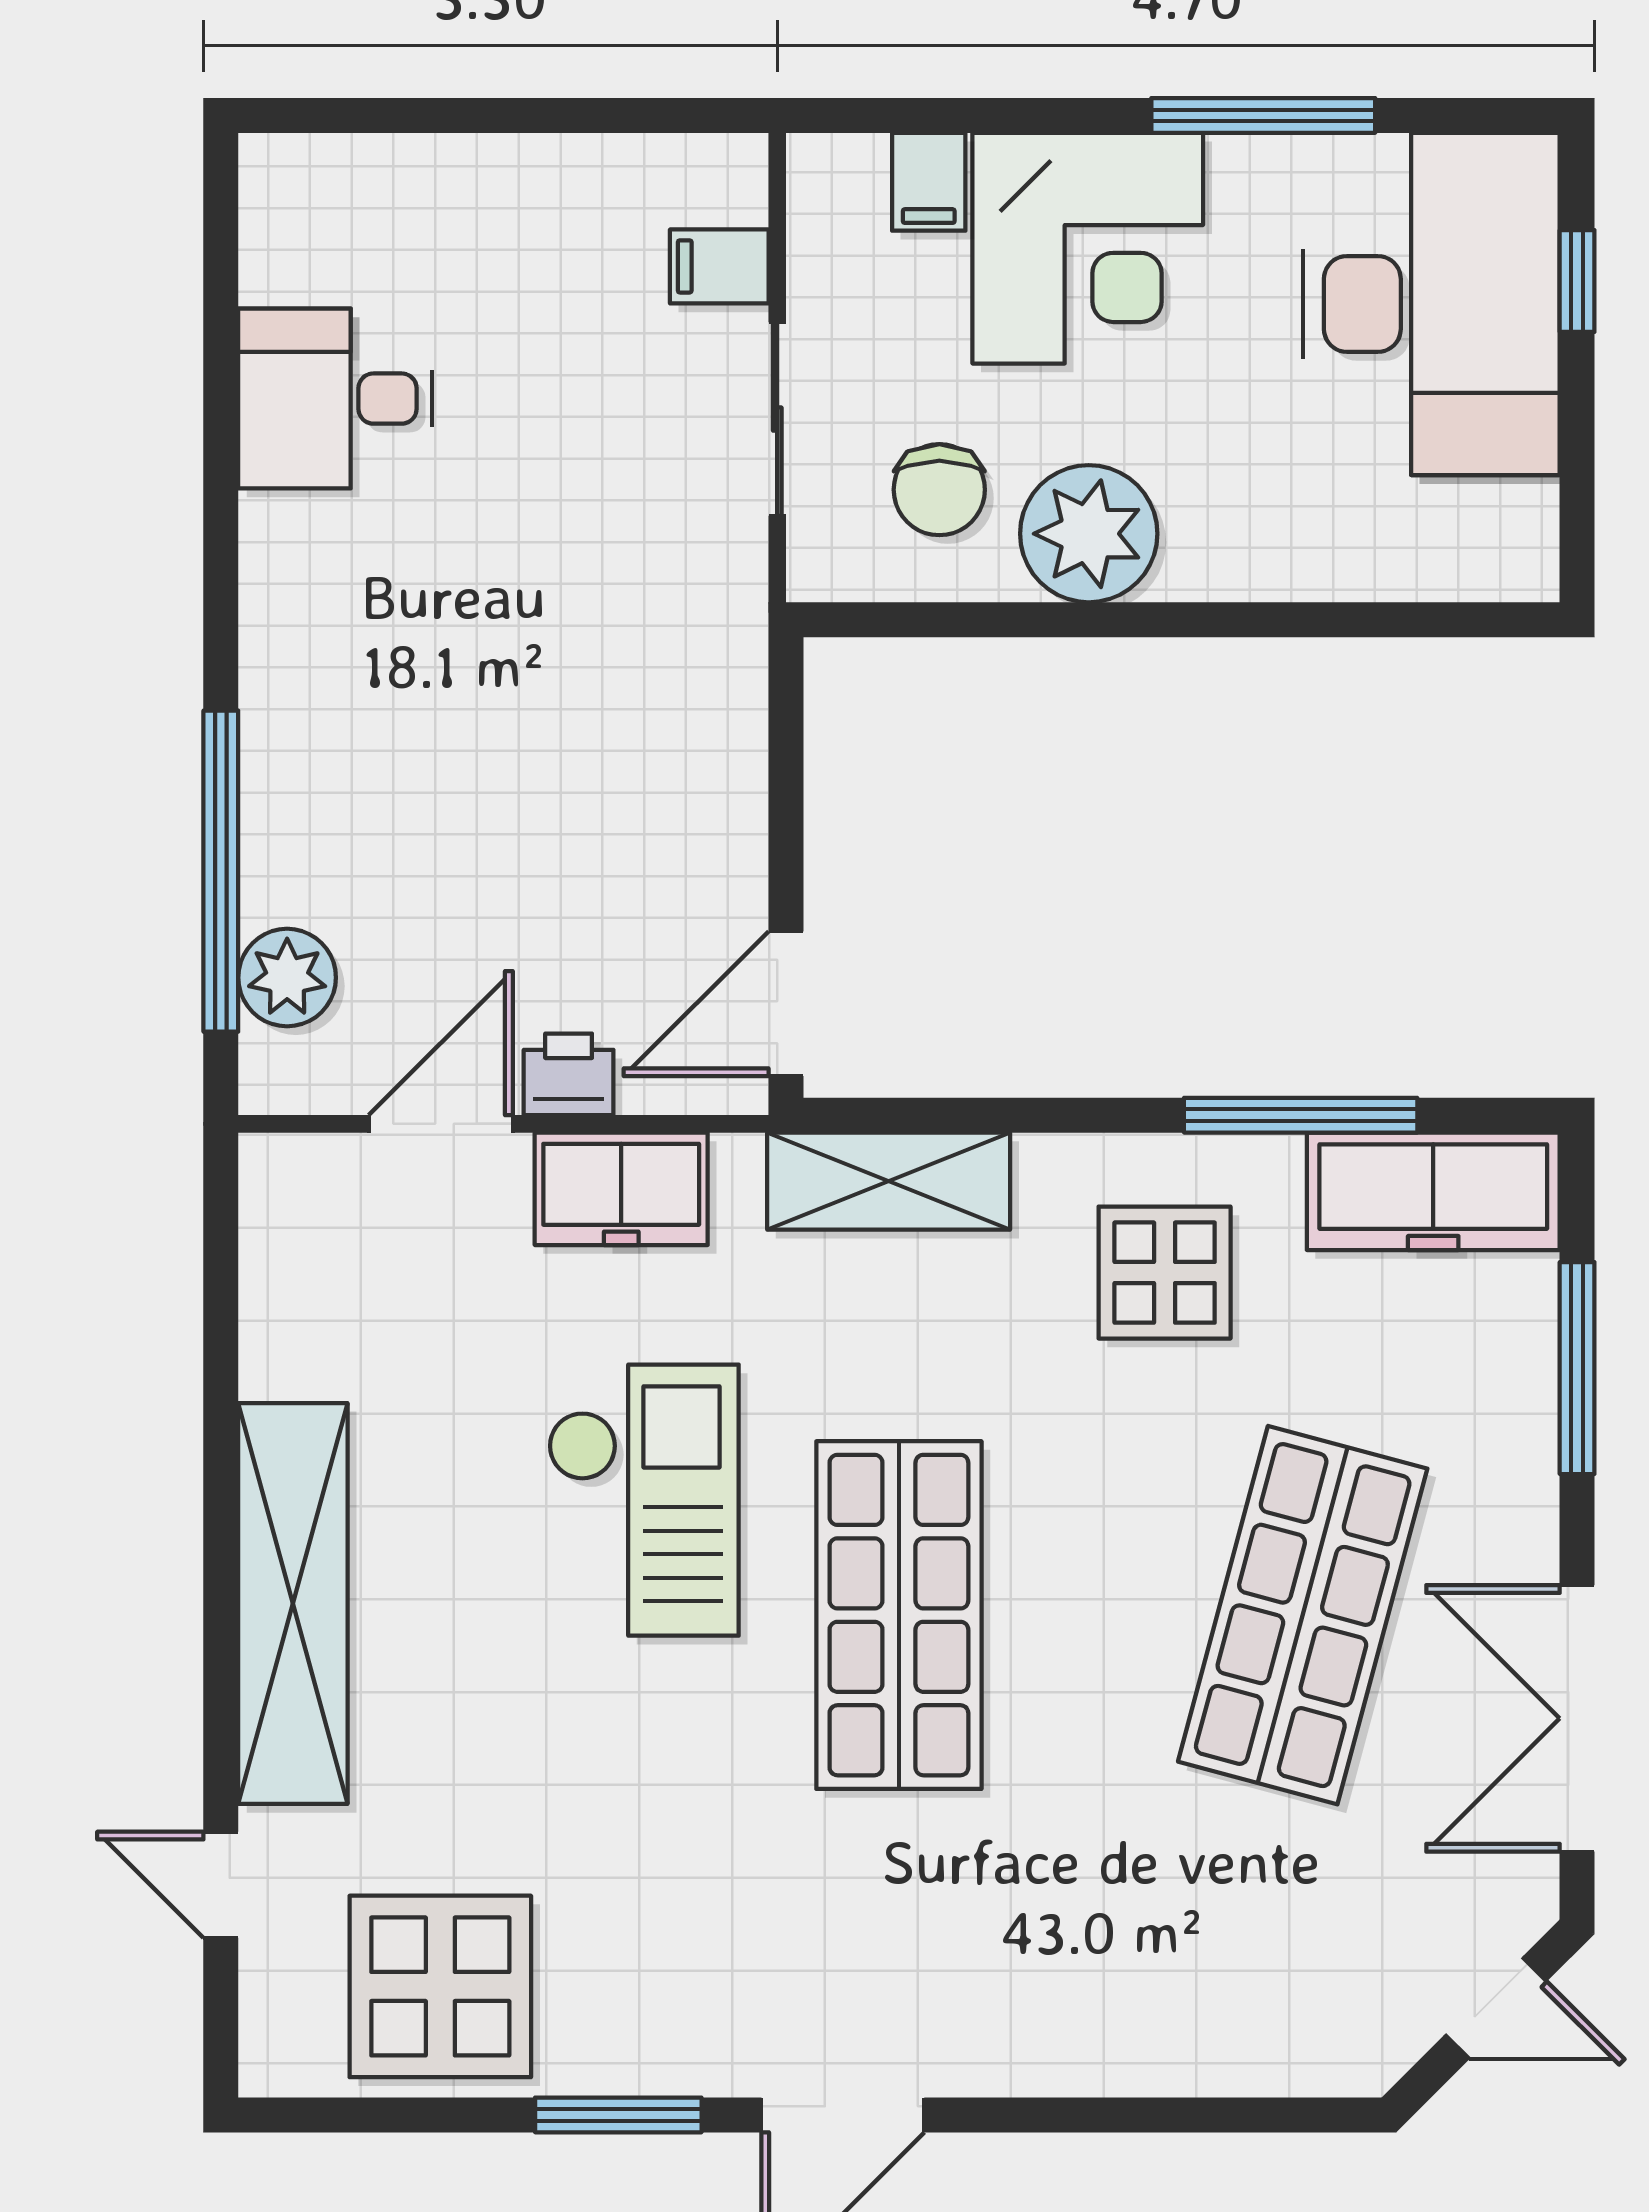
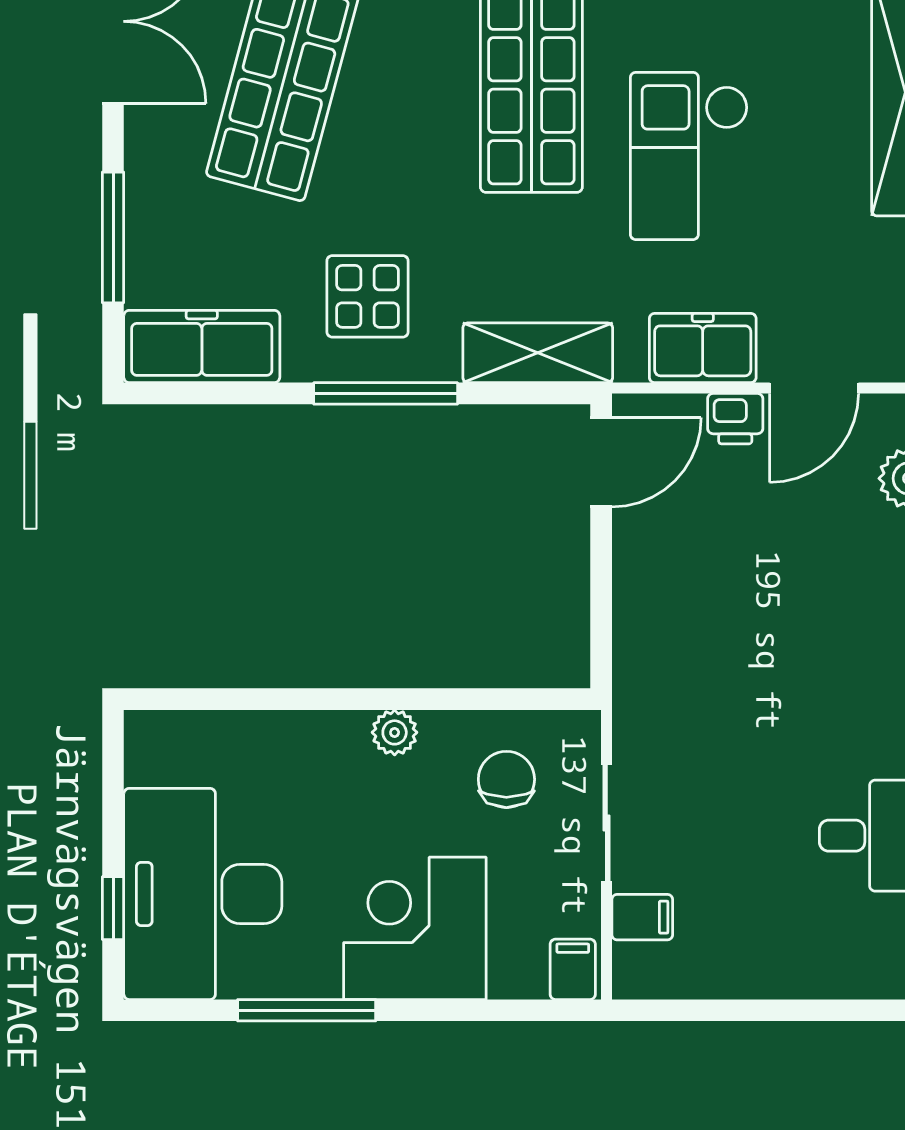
filing cabinet: (929, 182) -> (573, 969), moved
plant: (1089, 534) -> (395, 732), width x0.53, depth x0.53
window: (1301, 1115) -> (386, 393), moved

